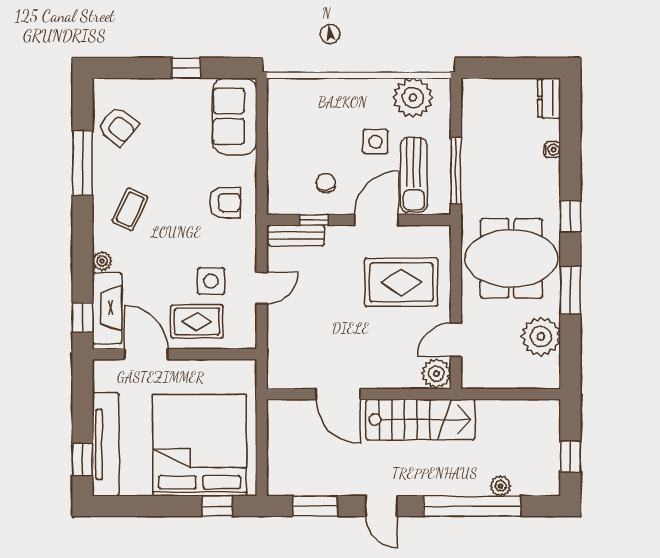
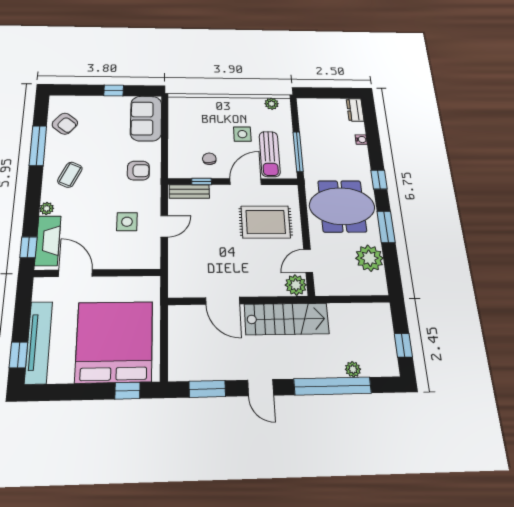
plant: (413, 98) -> (272, 104), width x0.53, depth x0.53
rug: (197, 322) -> (116, 250), removed

